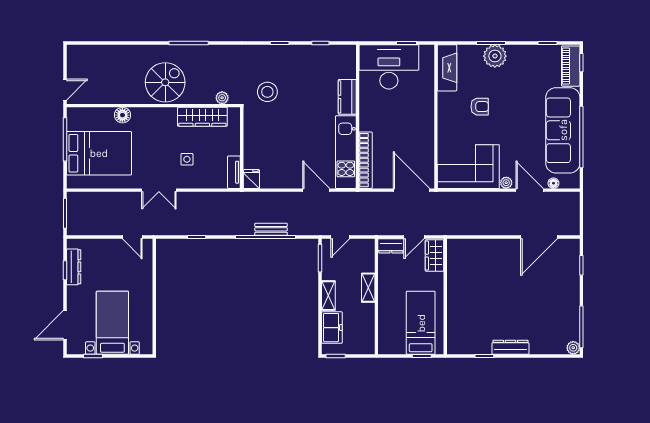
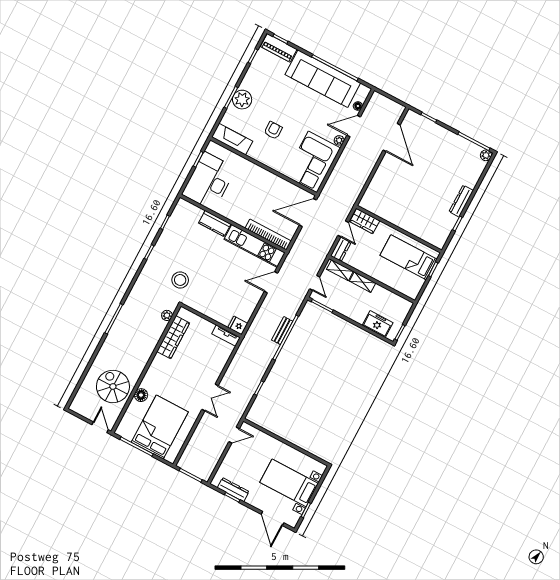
spiral stairs: (165, 82) -> (113, 386), moved
side table: (187, 159) -> (198, 365), removed
shelving: (328, 296) -> (340, 270), moved

